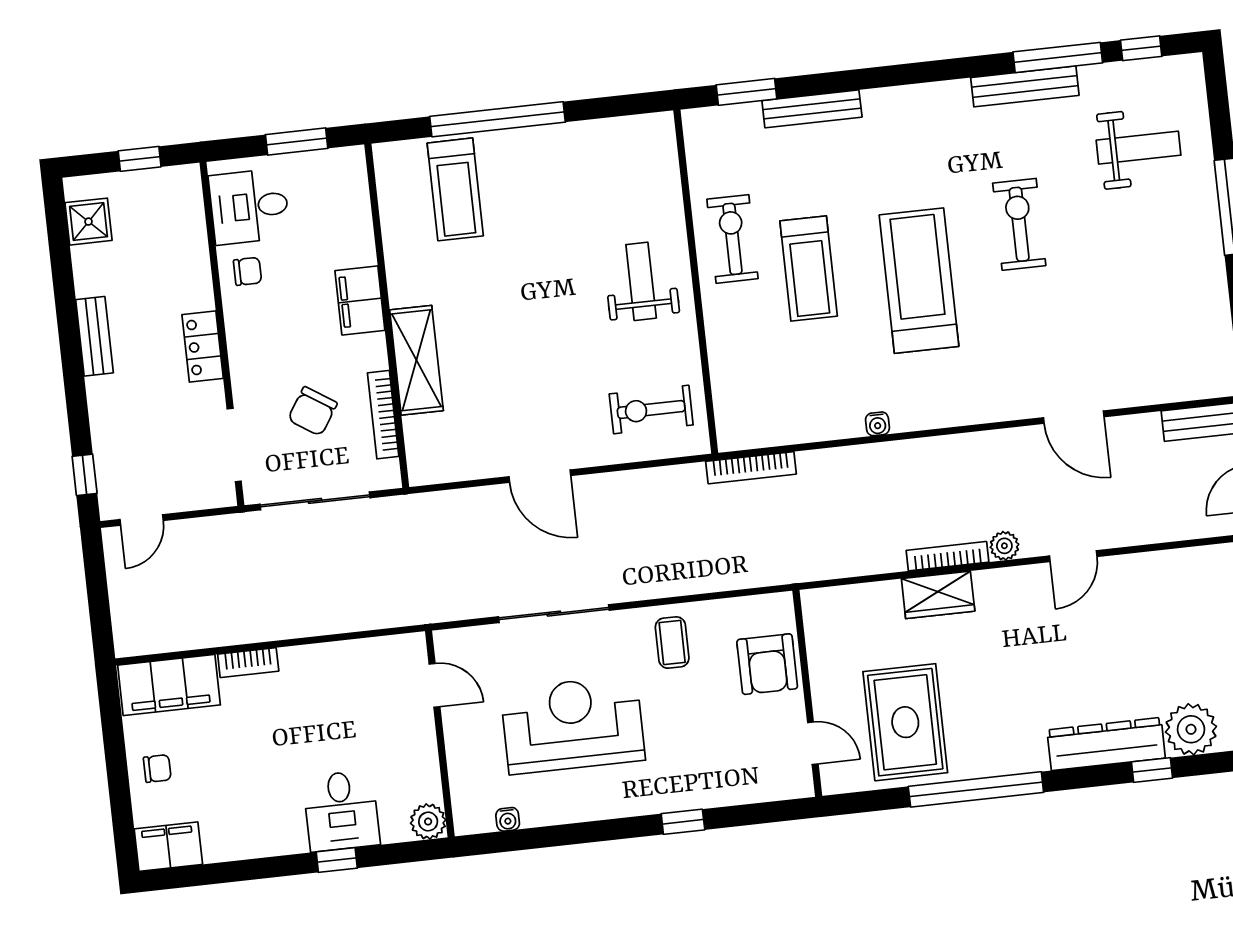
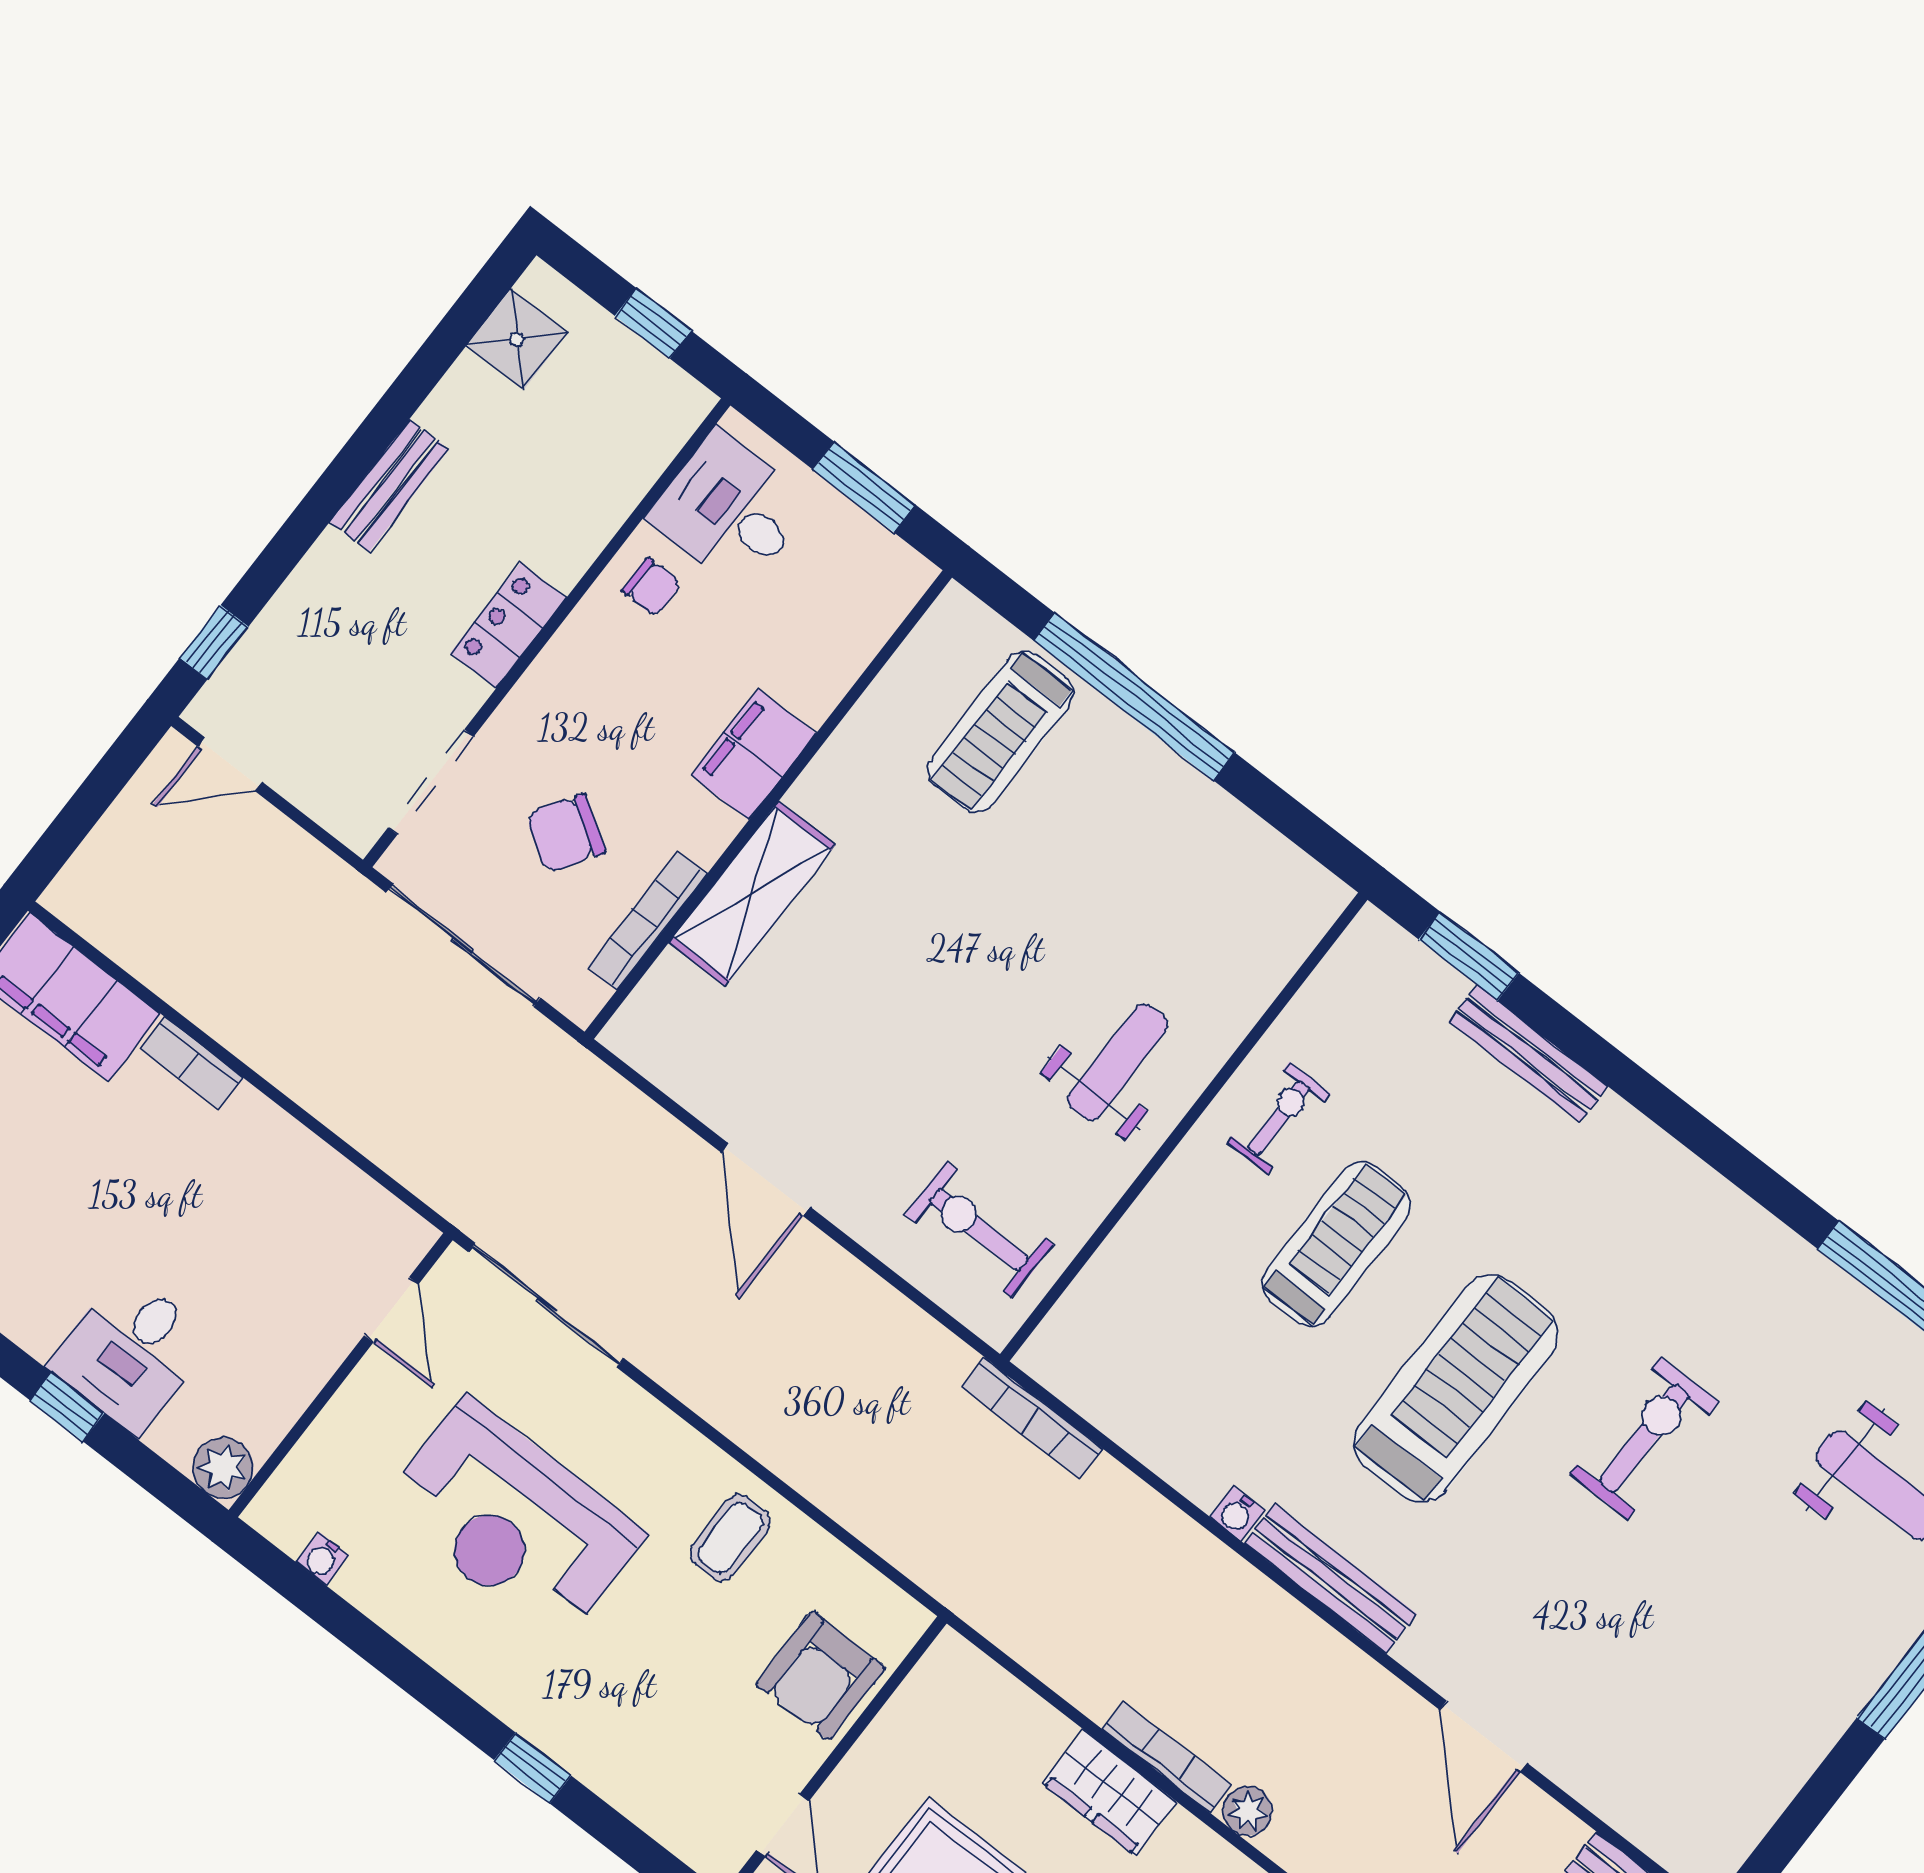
bench: (1025, 86) -> (1330, 1579), moved
exercise bike: (732, 239) -> (1279, 1118), width x0.73, depth x0.72
treadmill: (809, 269) -> (1336, 1244), turned 180
sliding door: (554, 614) -> (546, 1305), moved
reception desk: (573, 725) -> (513, 1520), turned 180

